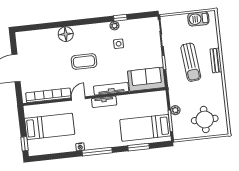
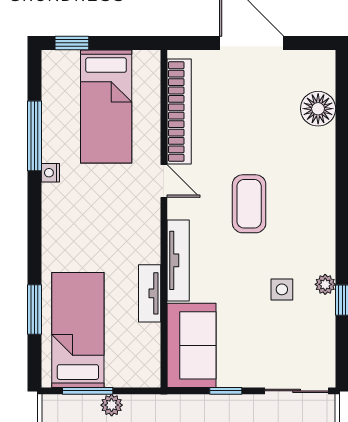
floor lamp: (66, 34) -> (318, 109), moved
tv unit: (104, 102) -> (150, 293), moved
window: (97, 152) -> (35, 136), moved

